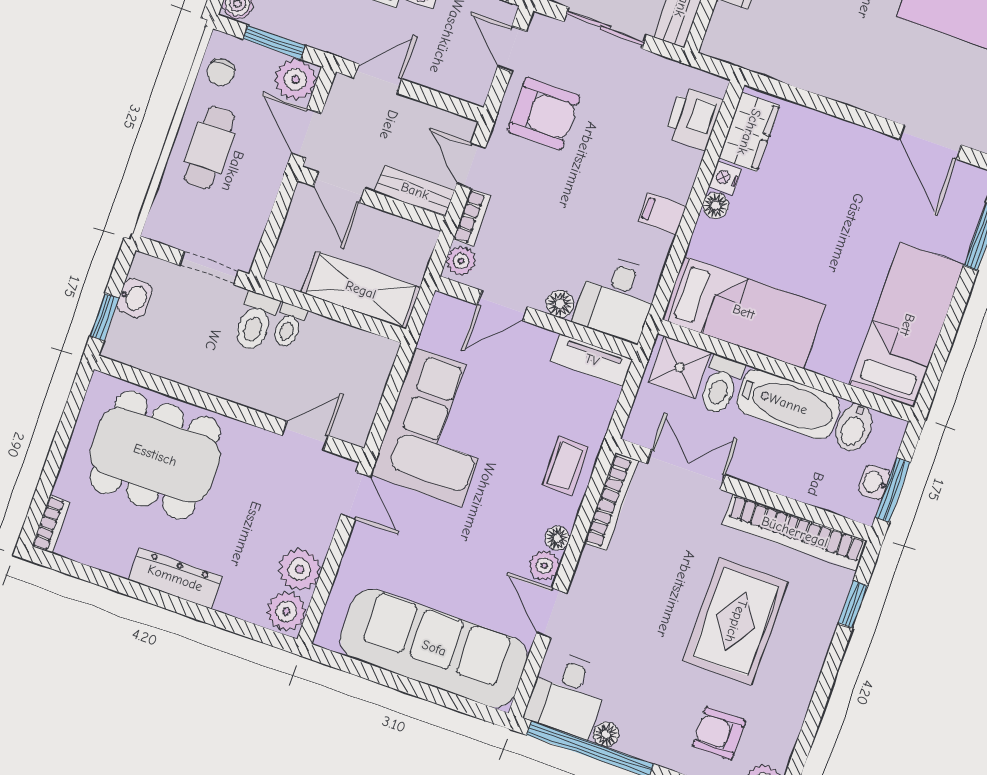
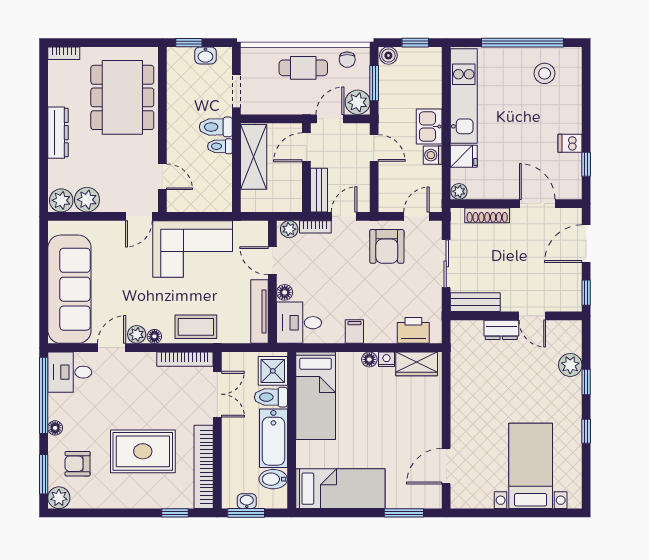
chair: (221, 72) -> (347, 60), turned -90
shelving: (361, 290) -> (254, 157), moved
tv unit: (592, 360) -> (260, 312), width x1.41
coffee table: (565, 466) -> (196, 327), width x1.36, depth x1.30
armchair: (719, 733) -> (78, 464), turned -90
floor lamp: (606, 734) -> (55, 428), moved

